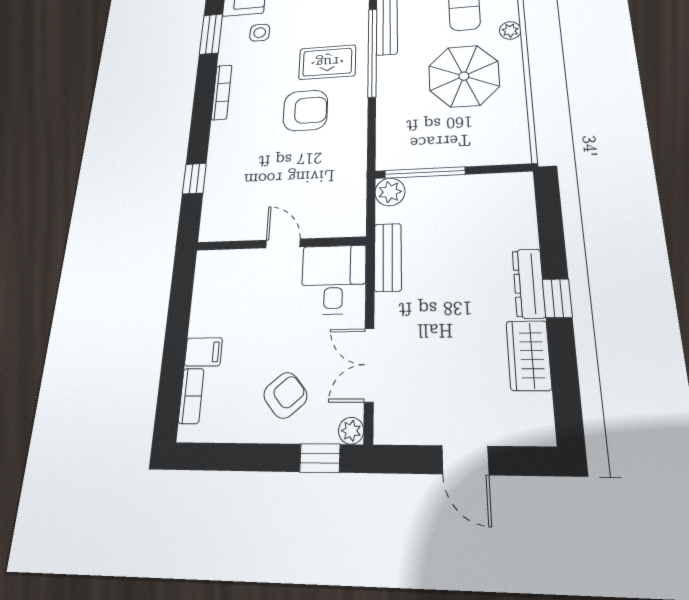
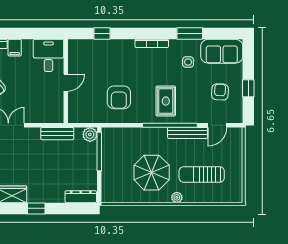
armchair: (305, 110) -> (119, 97), moved
desk: (334, 279) -> (48, 55), moved, turned -90
dresser: (529, 283) -> (81, 197), moved

